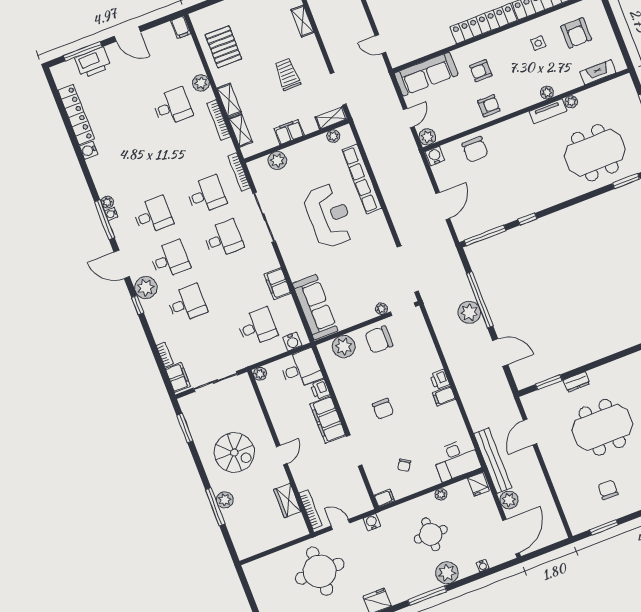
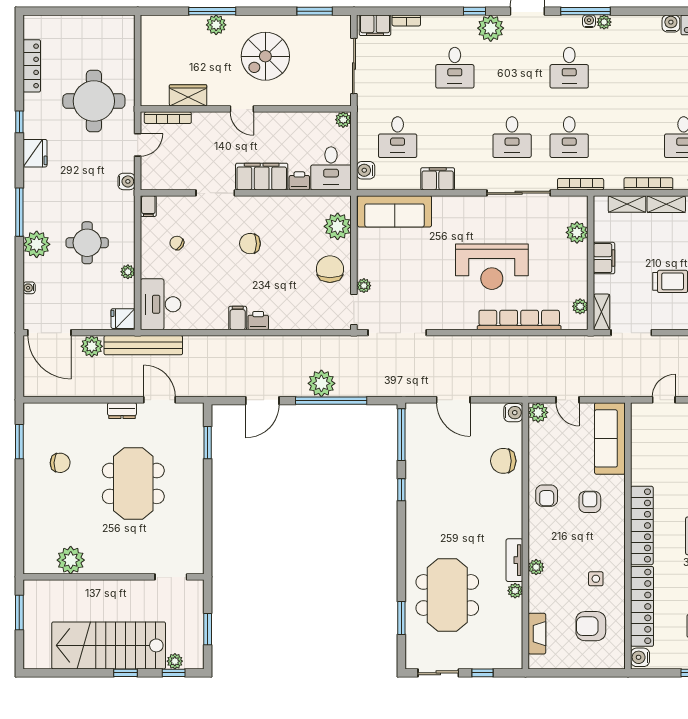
desk: (170, 259) -> (512, 68), removed
dresser: (577, 382) -> (122, 411), moved, turned -90

